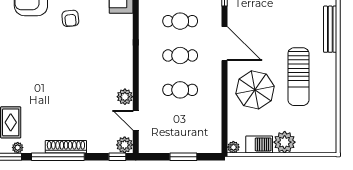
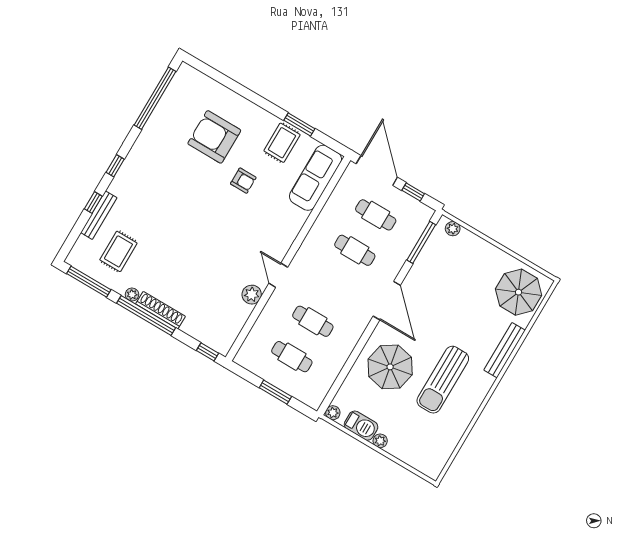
armchair: (70, 18) -> (243, 181), turned -84
cafe table: (180, 55) -> (292, 357), moved
door: (136, 120) -> (278, 275), moved
plant: (285, 142) -> (380, 441), width x0.53, depth x0.53
plant: (125, 145) -> (222, 344), removed
plant: (18, 148) -> (132, 295), moved

